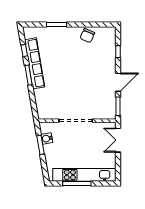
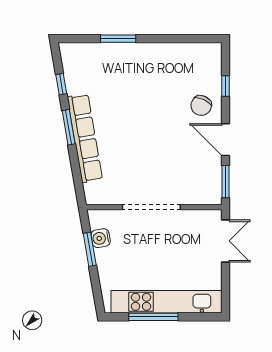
chair: (87, 36) -> (201, 105), moved
row of seats: (35, 63) -> (85, 138), moved
door: (118, 82) -> (225, 140), swing flipped
double door: (118, 140) -> (225, 241), swing flipped

